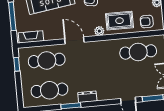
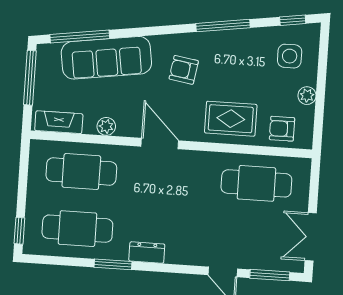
plant: (99, 31) -> (106, 126), moved
door: (74, 40) -> (160, 144), moved
window: (17, 64) -> (19, 231), moved

